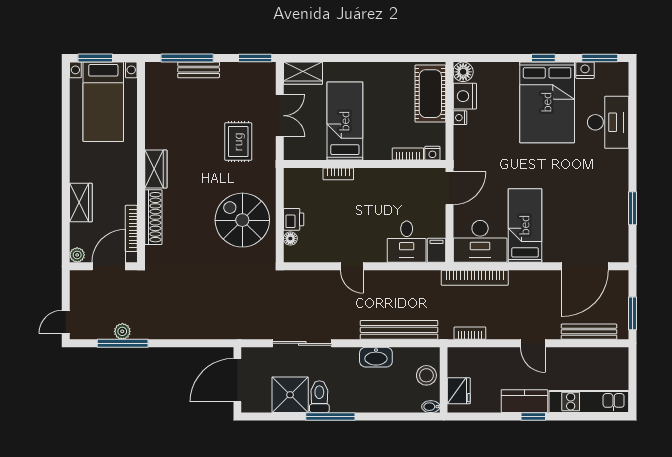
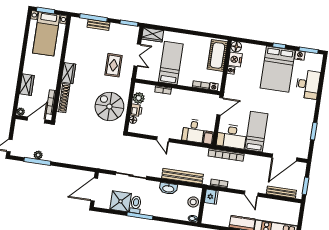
plant: (295, 196) -> (139, 98), added
fridge: (459, 391) -> (211, 197), moved

